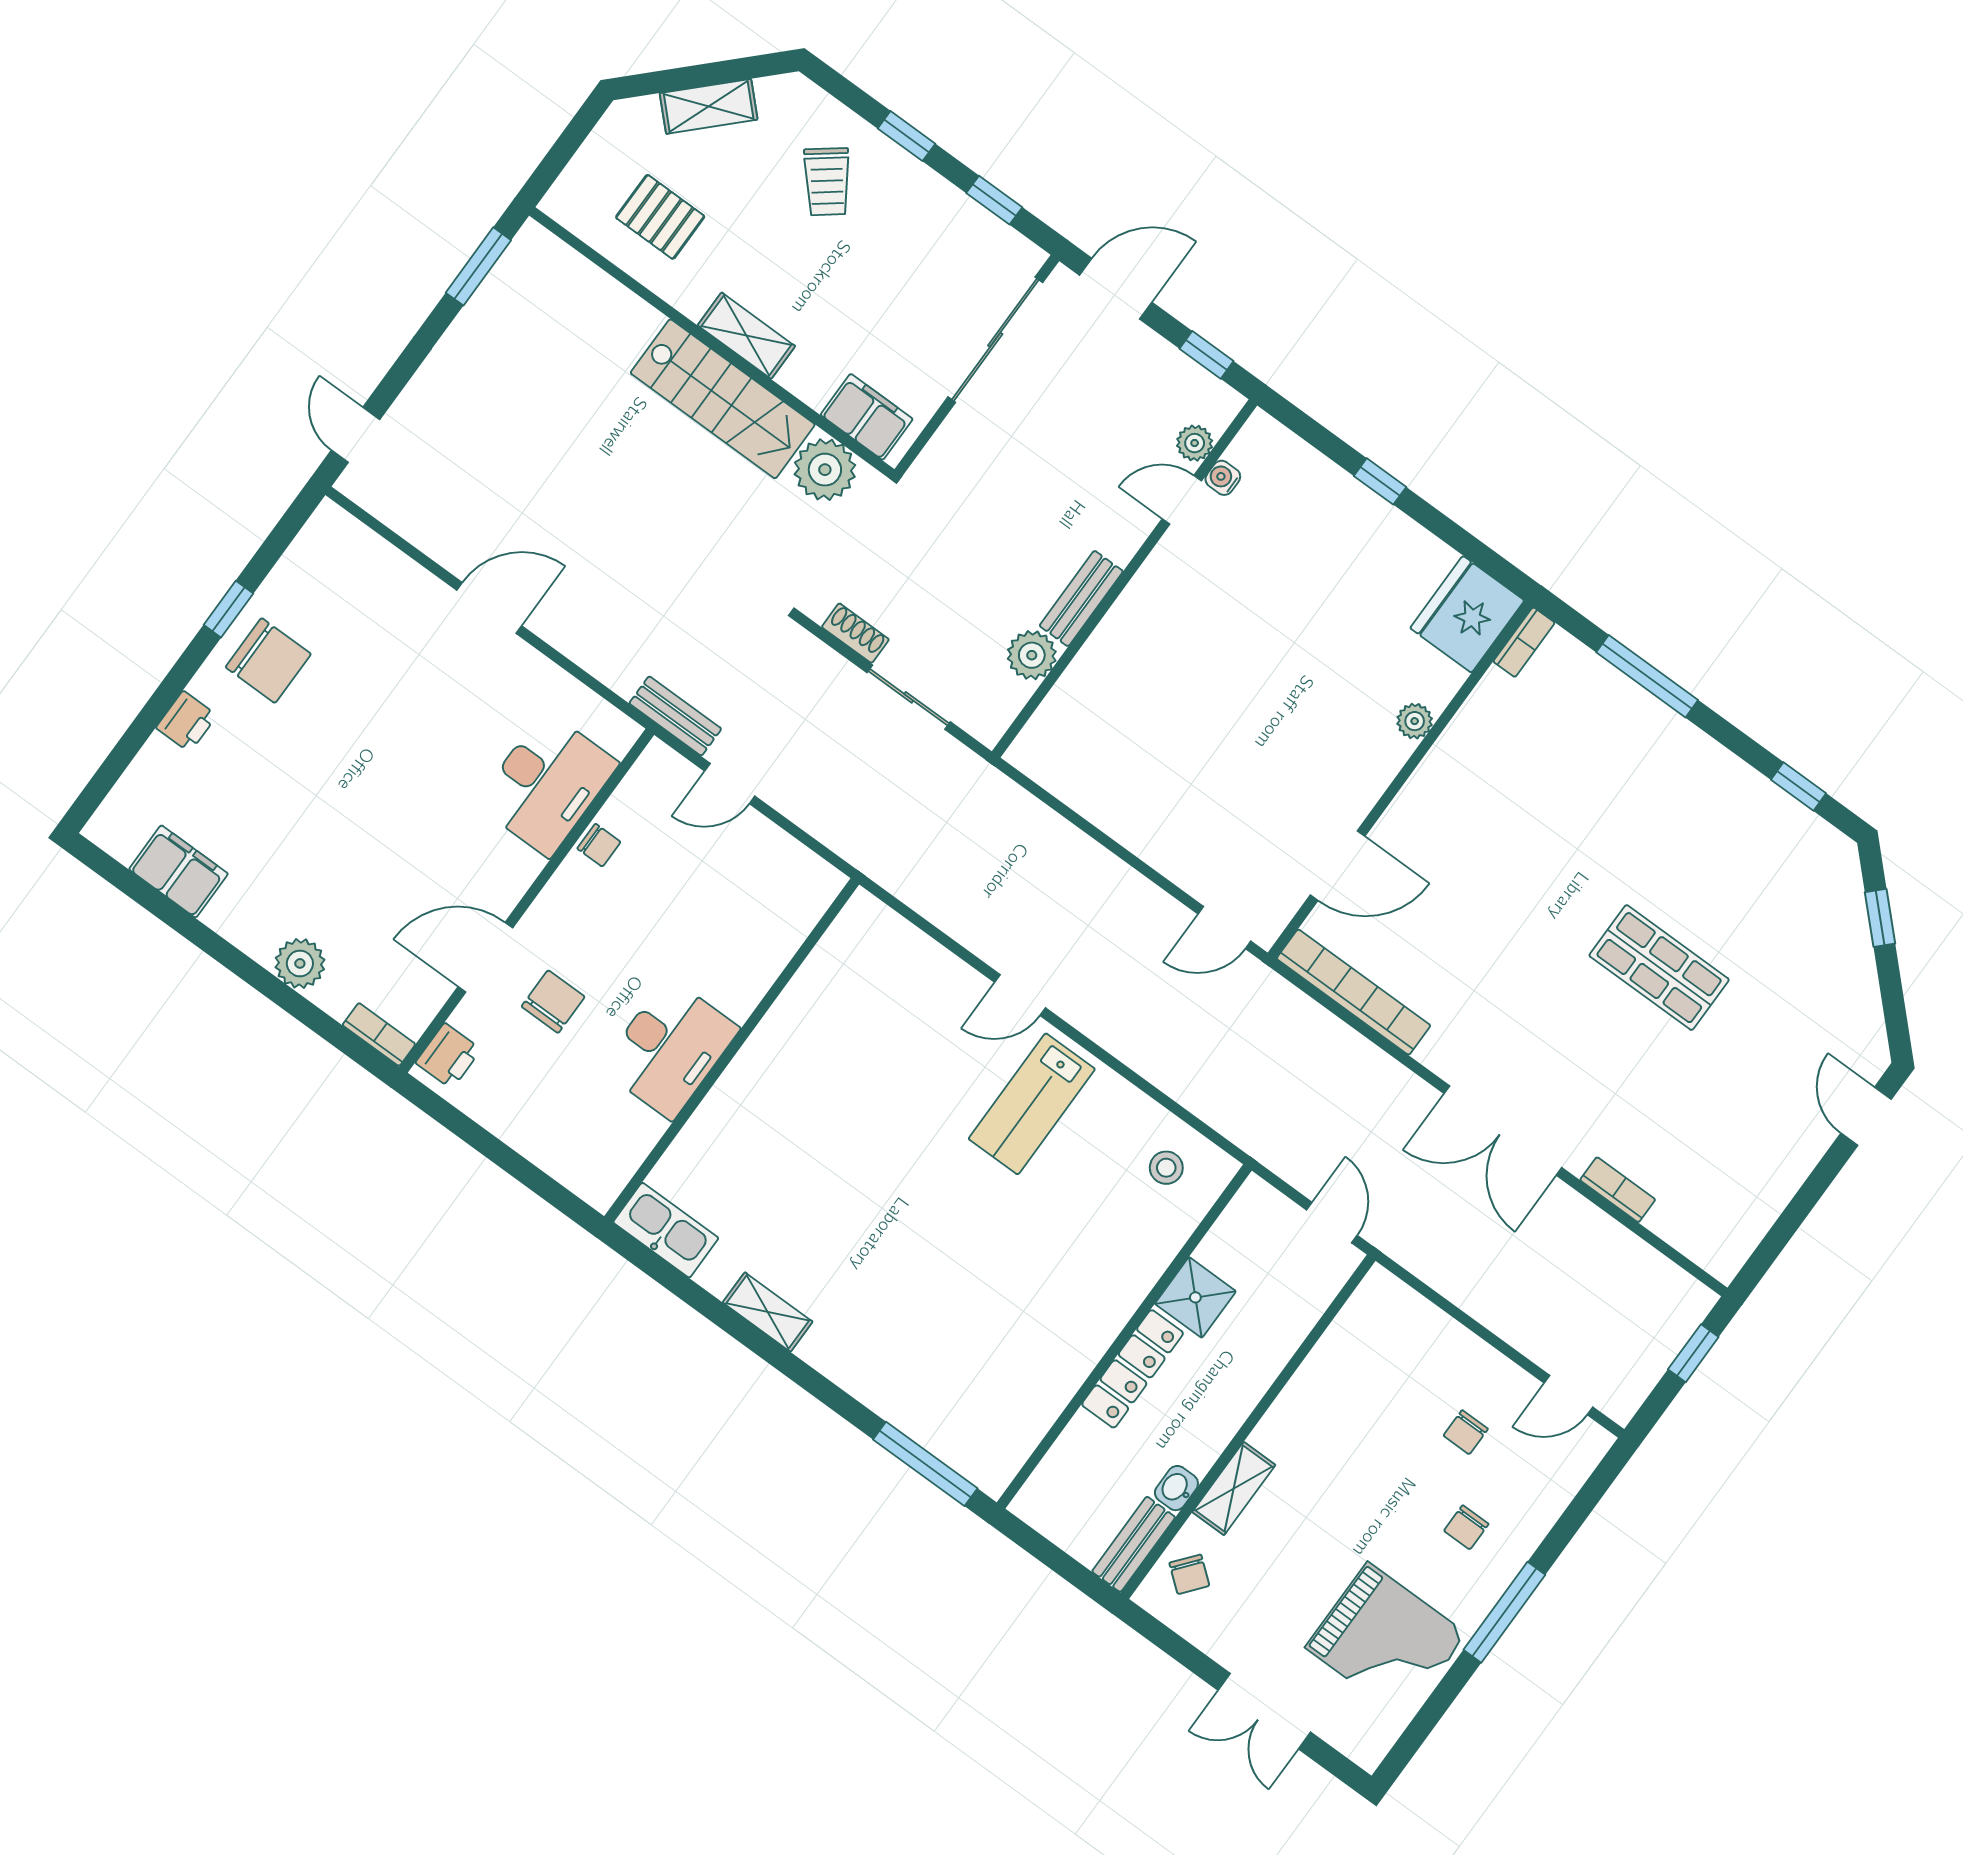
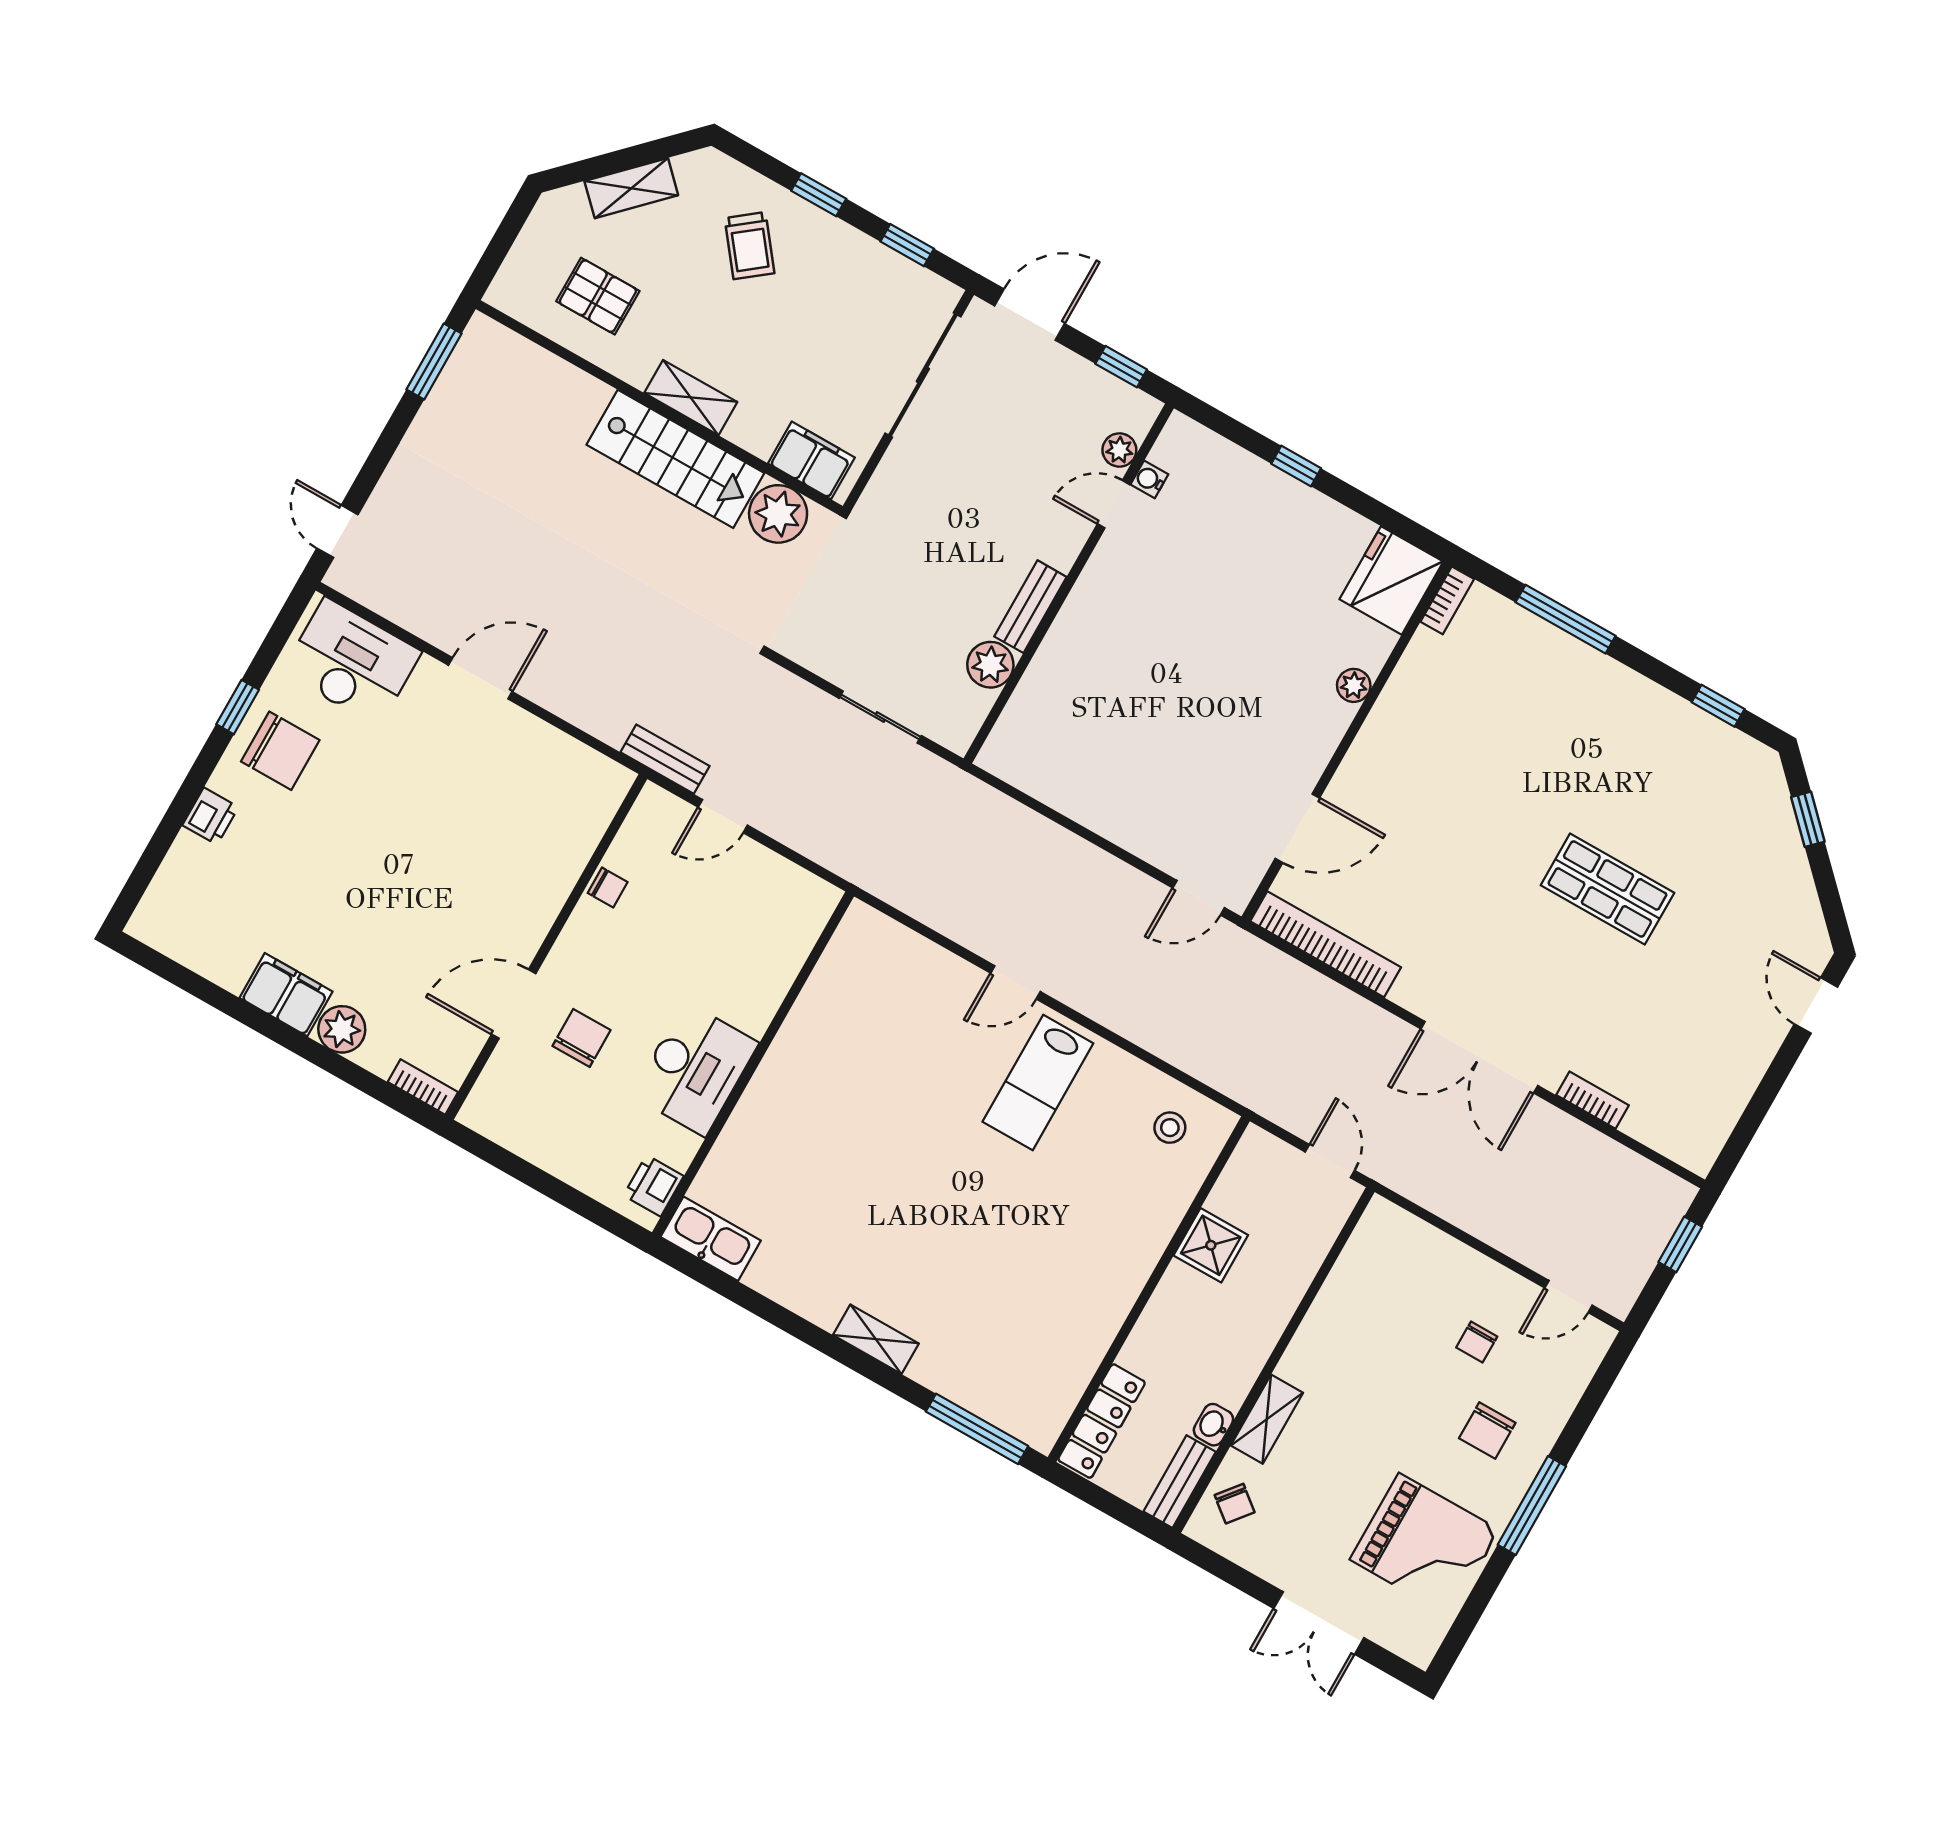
shoe rack: (855, 633) -> (824, 663), removed
desk: (547, 784) -> (352, 662), moved, turned -90
filing cabinet: (178, 871) -> (286, 995), moved
printer: (448, 1056) -> (654, 1186), moved, turned 180
shelving: (768, 1312) -> (876, 1339), moved
locker: (1133, 1369) -> (1102, 1421), moved
chair: (1466, 1527) -> (1487, 1431), width x1.37, depth x1.37

